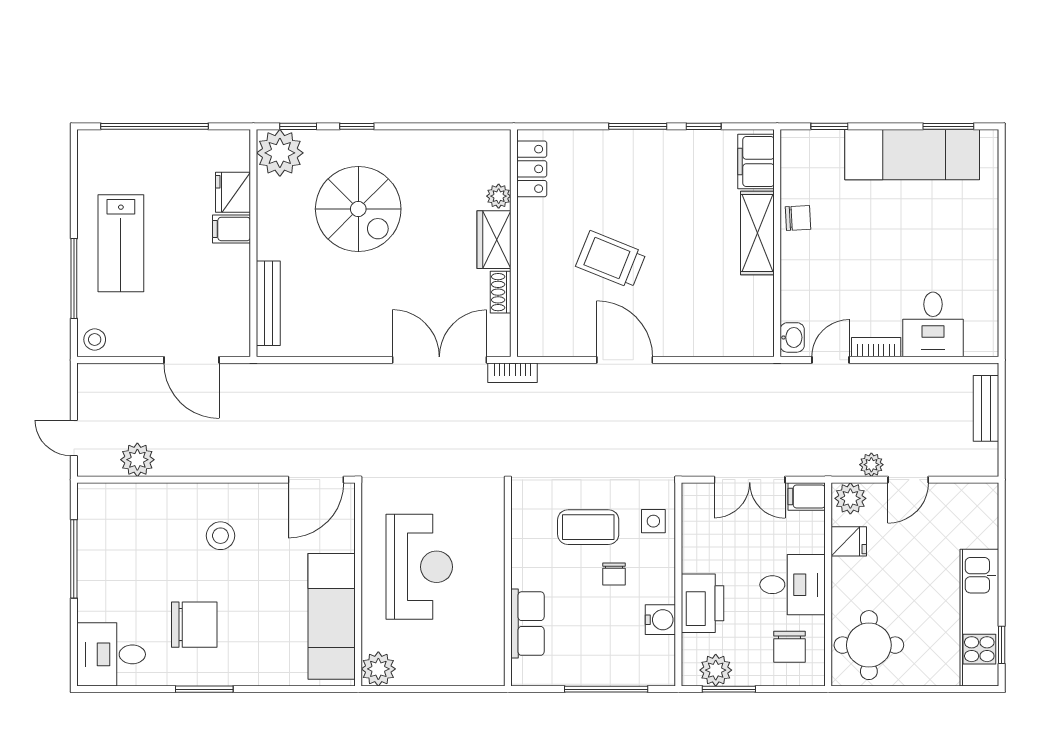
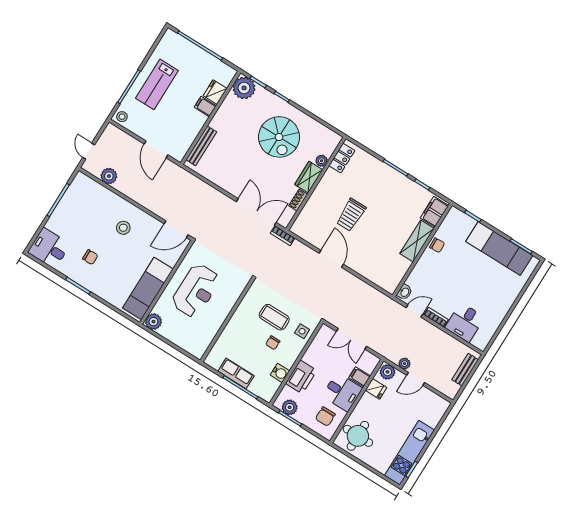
spiral stairs: (358, 209) -> (279, 137), moved
trolley: (611, 260) -> (351, 215), turned -112
filing cabinet: (807, 496) -> (360, 377), moved
row of seats: (527, 624) -> (236, 373), moved, turned -90
chair: (194, 625) -> (90, 257), width x0.54, depth x0.54

